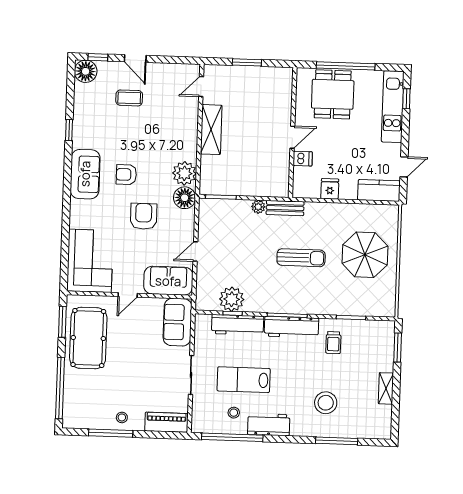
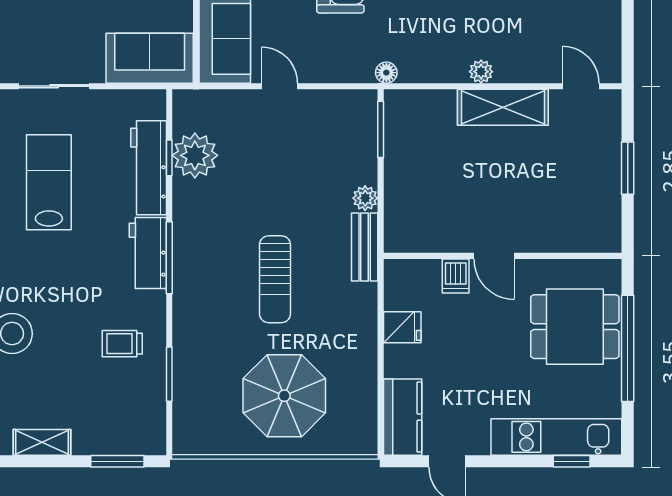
plant: (184, 173) -> (481, 72), moved, width x0.53, depth x0.53
floor lamp: (185, 198) -> (386, 73), width x0.53, depth x0.53
workbench: (291, 327) -> (148, 253), width x0.73

